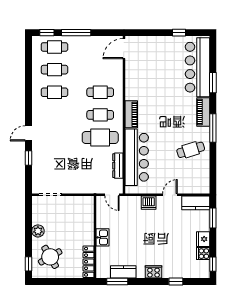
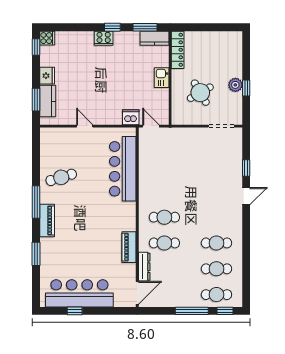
bar counter: (197, 67) -> (79, 293), moved, turned -90
piano: (131, 114) -> (129, 247), moved
cafe table: (100, 137) -> (164, 191), removed
dresser: (118, 166) -> (144, 267), moved
door: (170, 195) -> (85, 126), swing flipped
dishwasher: (149, 203) -> (131, 117), moved
kitchen counter: (196, 203) -> (48, 101), moved, turned 90
cooker: (203, 254) -> (47, 38), moved
round table: (50, 257) -> (200, 93), moved
window: (28, 264) -> (246, 88), moved
kitchen counter: (123, 272) -> (155, 38), moved
window: (176, 281) -> (112, 27), moved

